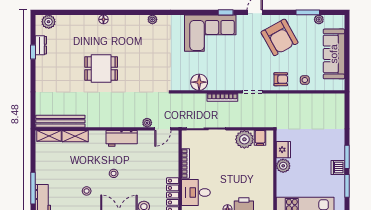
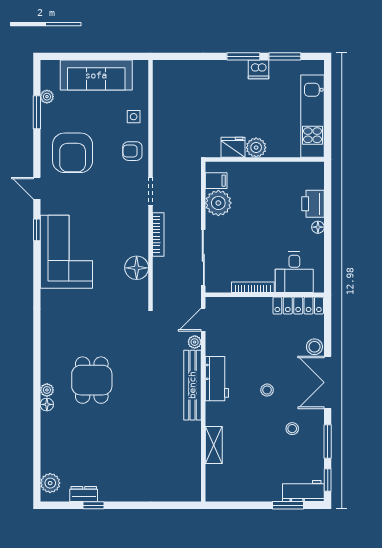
plant: (152, 19) -> (47, 390), moved
armchair: (280, 37) -> (73, 153), turned 119
dining table: (101, 68) -> (92, 380), moved
armchair: (281, 79) -> (132, 151), turned -90
bench: (60, 121) -> (192, 385), moved
door: (163, 129) -> (203, 320), swing flipped
shelving: (49, 136) -> (213, 482), removed
window: (33, 188) -> (288, 505), width x0.69

